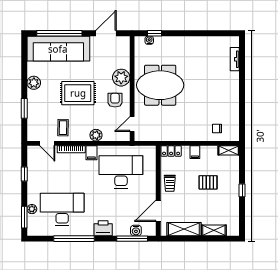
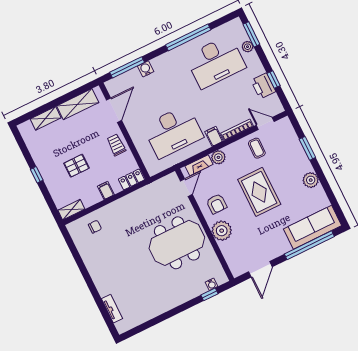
sofa: (58, 49) -> (313, 227), width x0.74, depth x0.79
rug: (78, 93) -> (259, 192), turned 90
fireplace: (114, 136) -> (199, 165), added
printer: (103, 228) -> (263, 86), moved, turned 90
water cooler: (136, 230) -> (146, 69), moved

